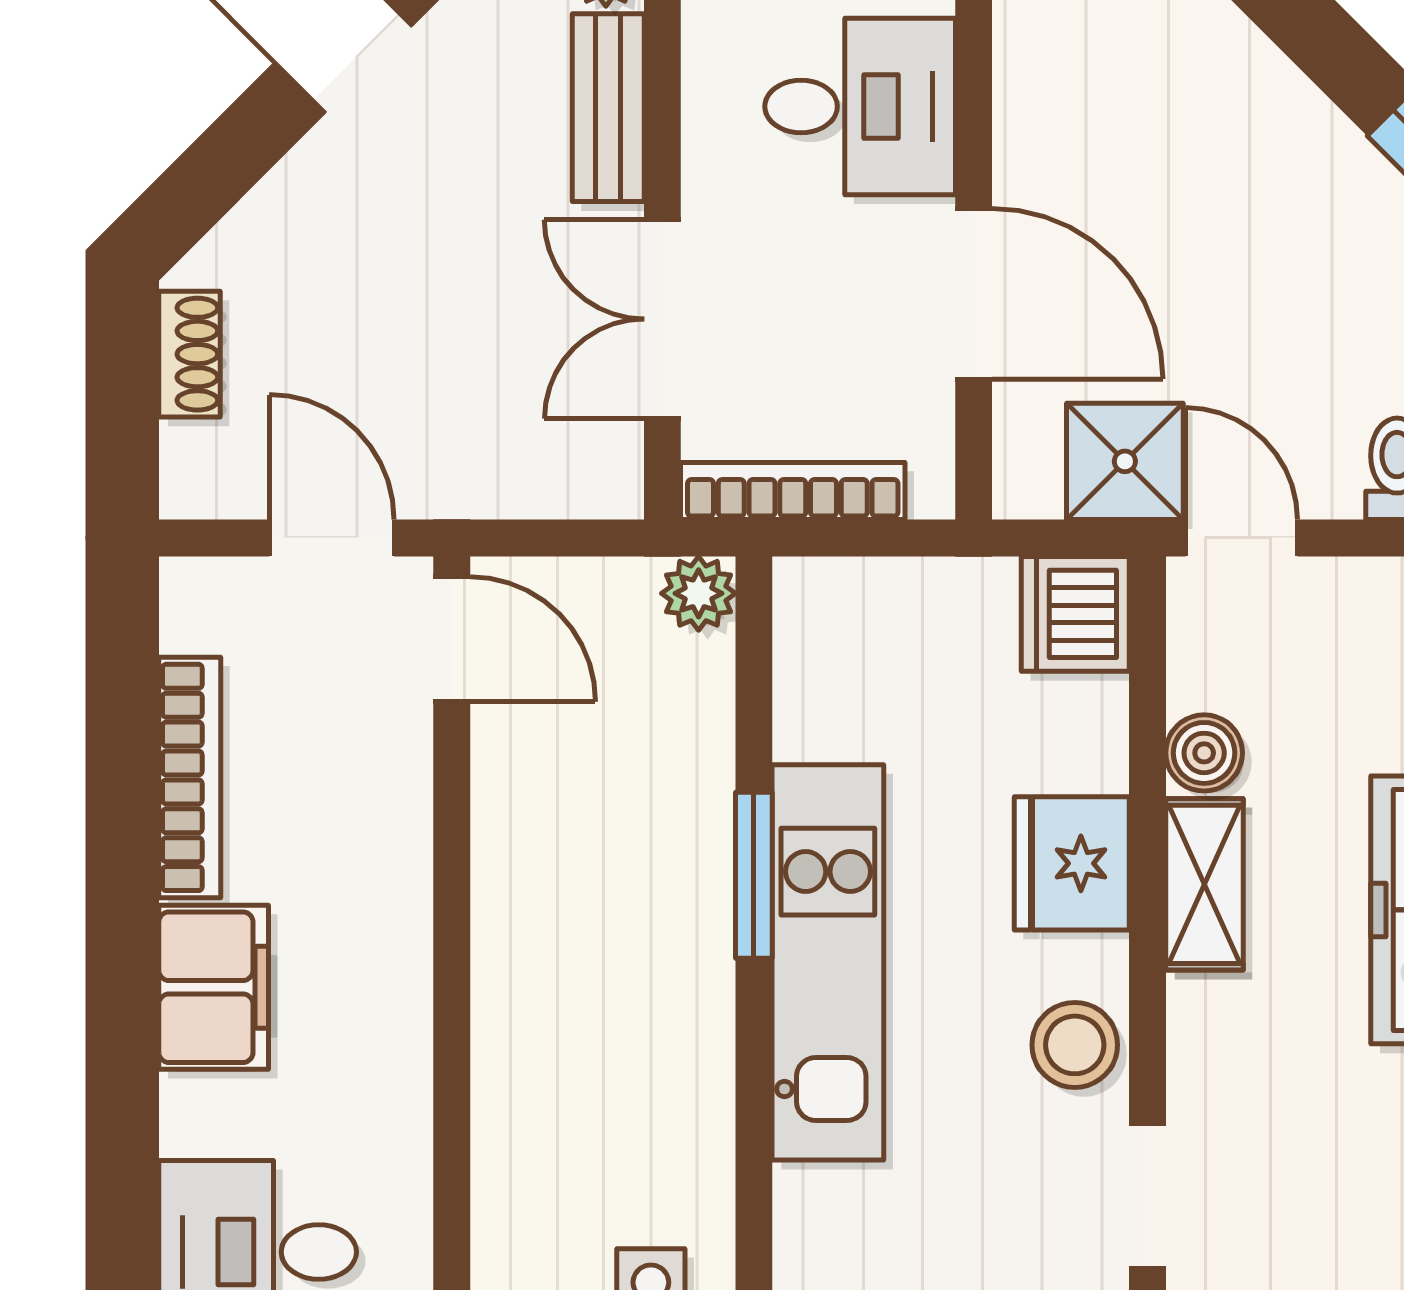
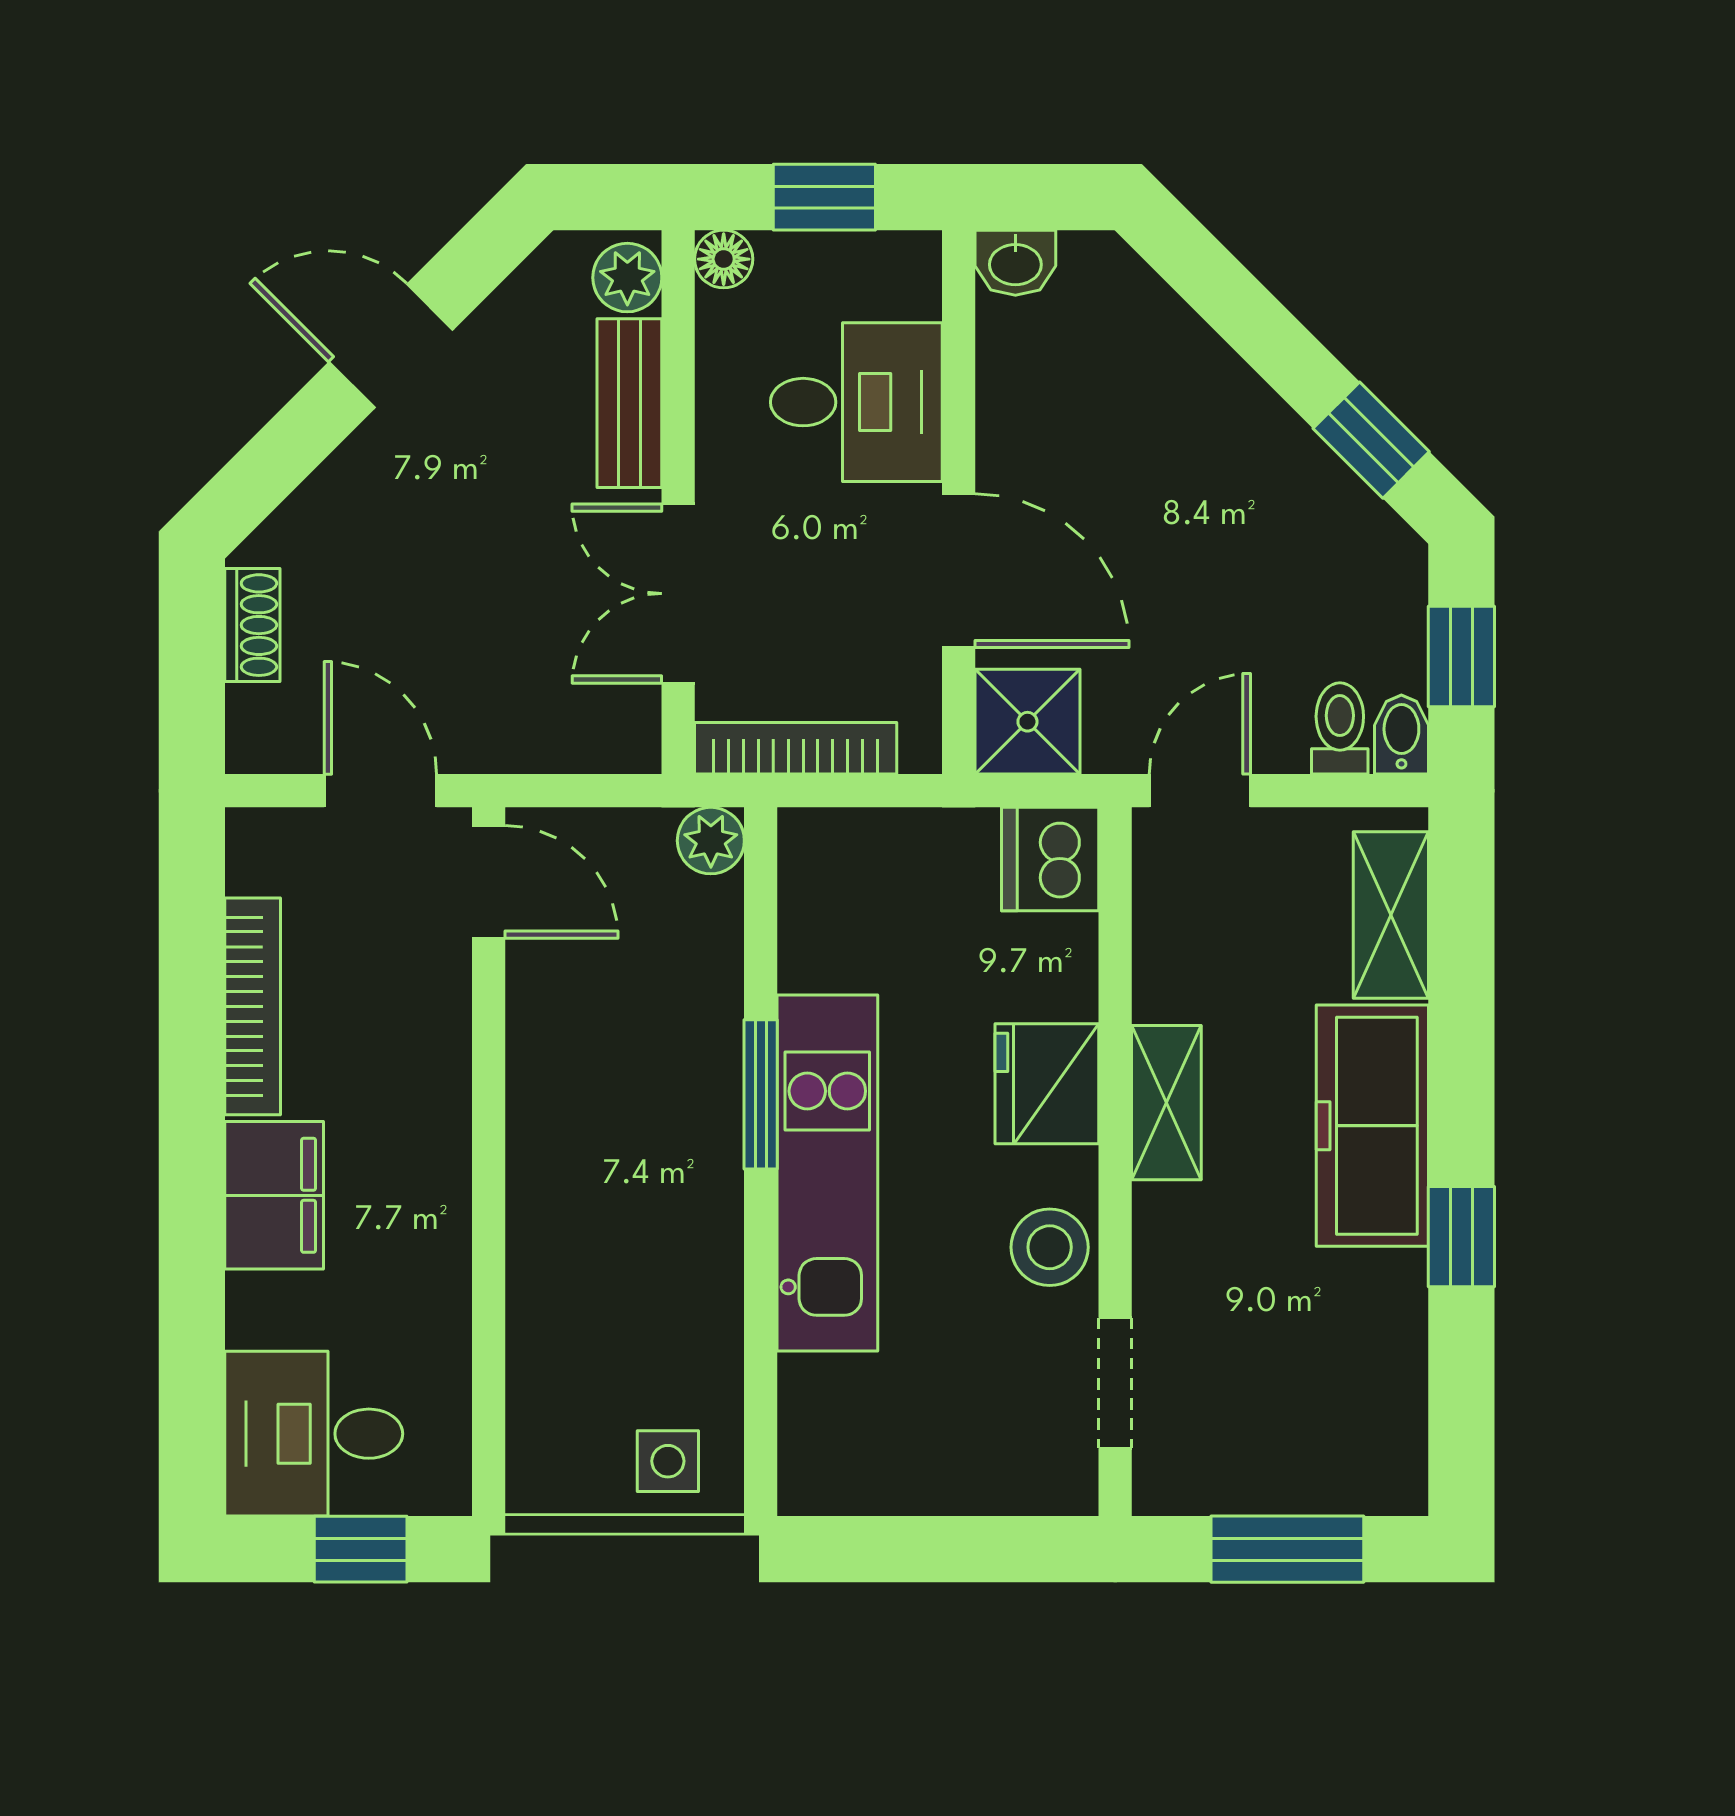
shower: (1125, 461) -> (1027, 722), moved
door: (1242, 538) -> (1200, 791), hinge flipped
boiler: (1204, 753) -> (1166, 984), removed

